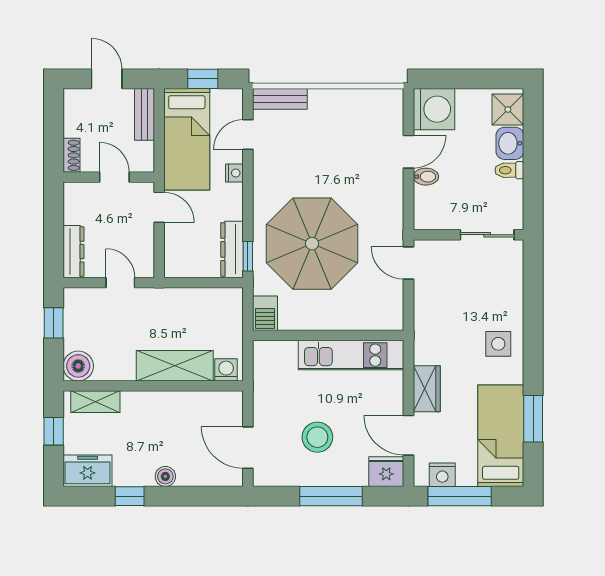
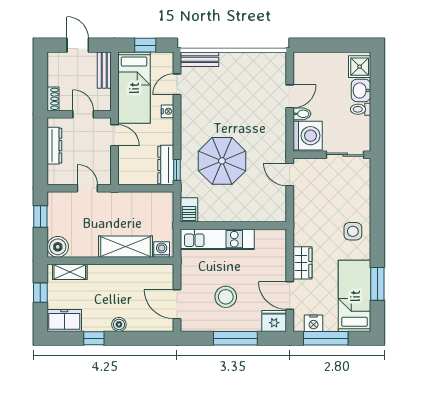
washing machine: (434, 109) -> (308, 136), moved
parasol: (312, 244) -> (222, 161), width x0.73, depth x0.73
dresser: (74, 252) -> (54, 146), moved
kitchen unit: (351, 355) -> (217, 239), moved

